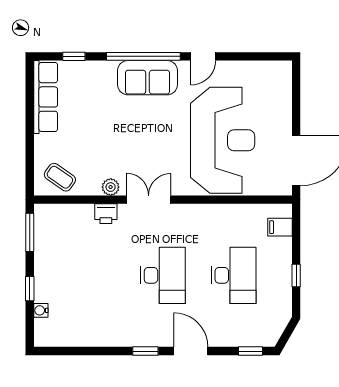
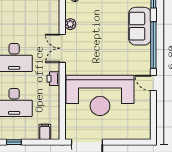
sofa: (148, 78) -> (140, 26), moved
double door: (149, 200) -> (62, 48), swing flipped
printer: (106, 214) -> (53, 79), moved

